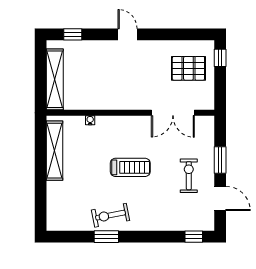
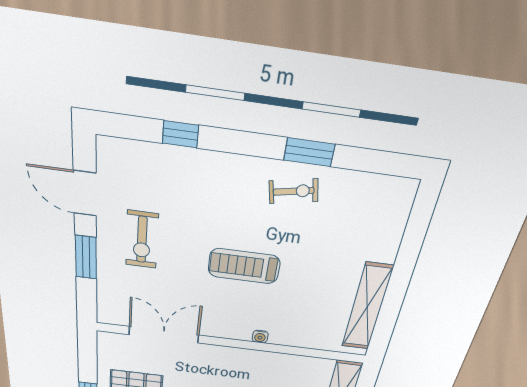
water cooler: (90, 120) -> (260, 337), moved
exercise bike: (110, 215) -> (294, 191), width x0.73, depth x0.72
window: (194, 237) -> (180, 134), moved

